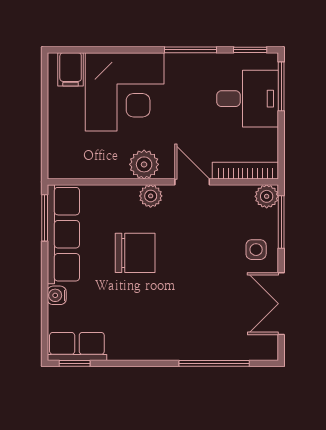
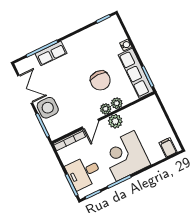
corner desk: (125, 92) -> (125, 156), moved
door: (192, 182) -> (90, 124), hinge flipped
plant: (267, 196) -> (117, 103), moved
side table: (256, 250) -> (48, 108), width x1.87, depth x1.87
chair: (135, 253) -> (100, 80), turned -90
row of seats: (77, 346) -> (51, 53), moved

